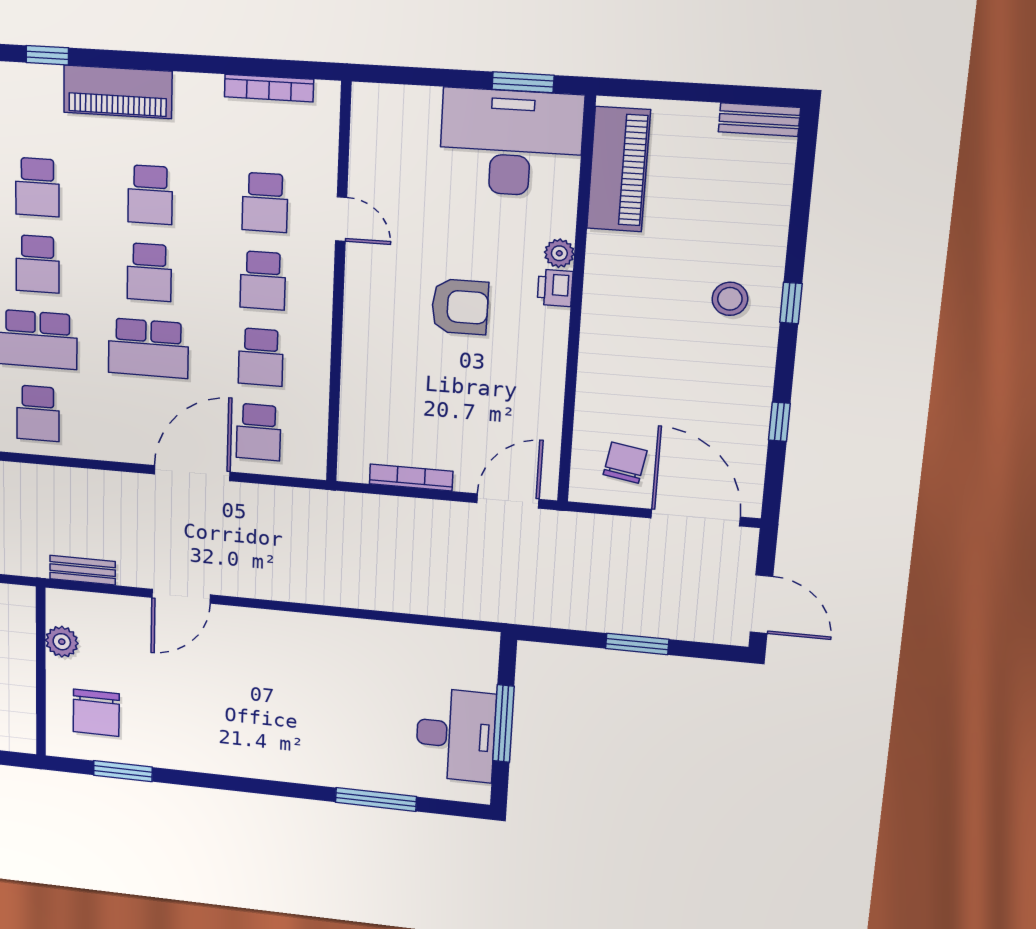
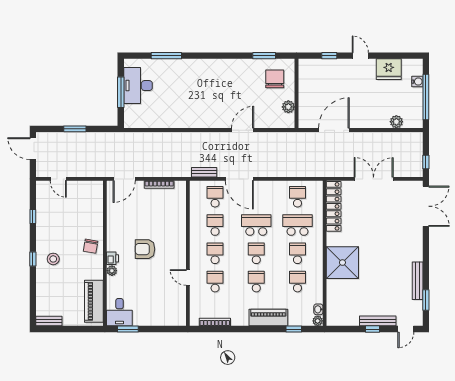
desk: (511, 143) -> (119, 312), width x0.53, depth x0.77
chair: (625, 463) -> (91, 246), moved
door: (192, 473) -> (239, 179), hinge flipped
door: (696, 518) -> (58, 179), width x0.53
bench: (83, 570) -> (204, 172), moved

